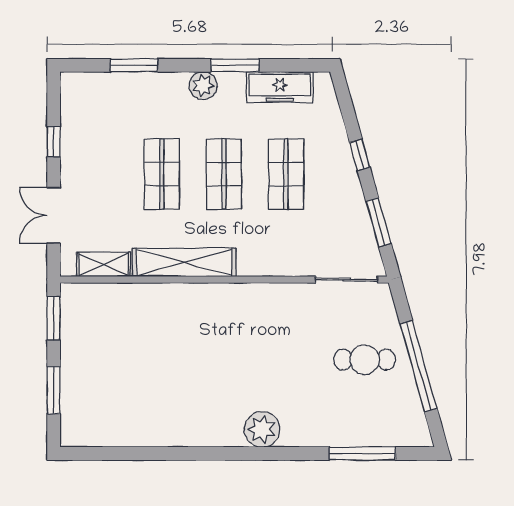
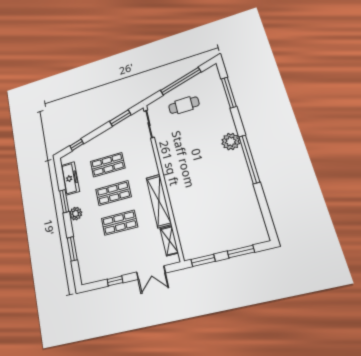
window: (360, 155) -> (77, 145), moved
cafe table: (365, 360) -> (184, 105), turned 90
window: (218, 454) -> (249, 159), added

